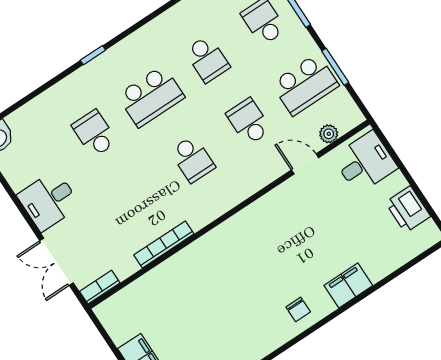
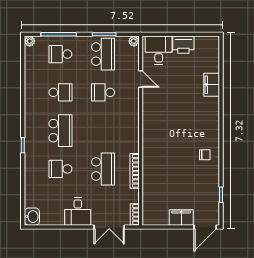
plant: (329, 134) -> (134, 41), moved
school desk: (192, 159) -> (103, 169), moved, width x1.85
door: (305, 164) -> (141, 79), swing flipped
printer: (408, 209) -> (183, 45), moved
filing cabinet: (348, 285) -> (212, 85), moved
chair: (298, 309) -> (205, 155), moved

